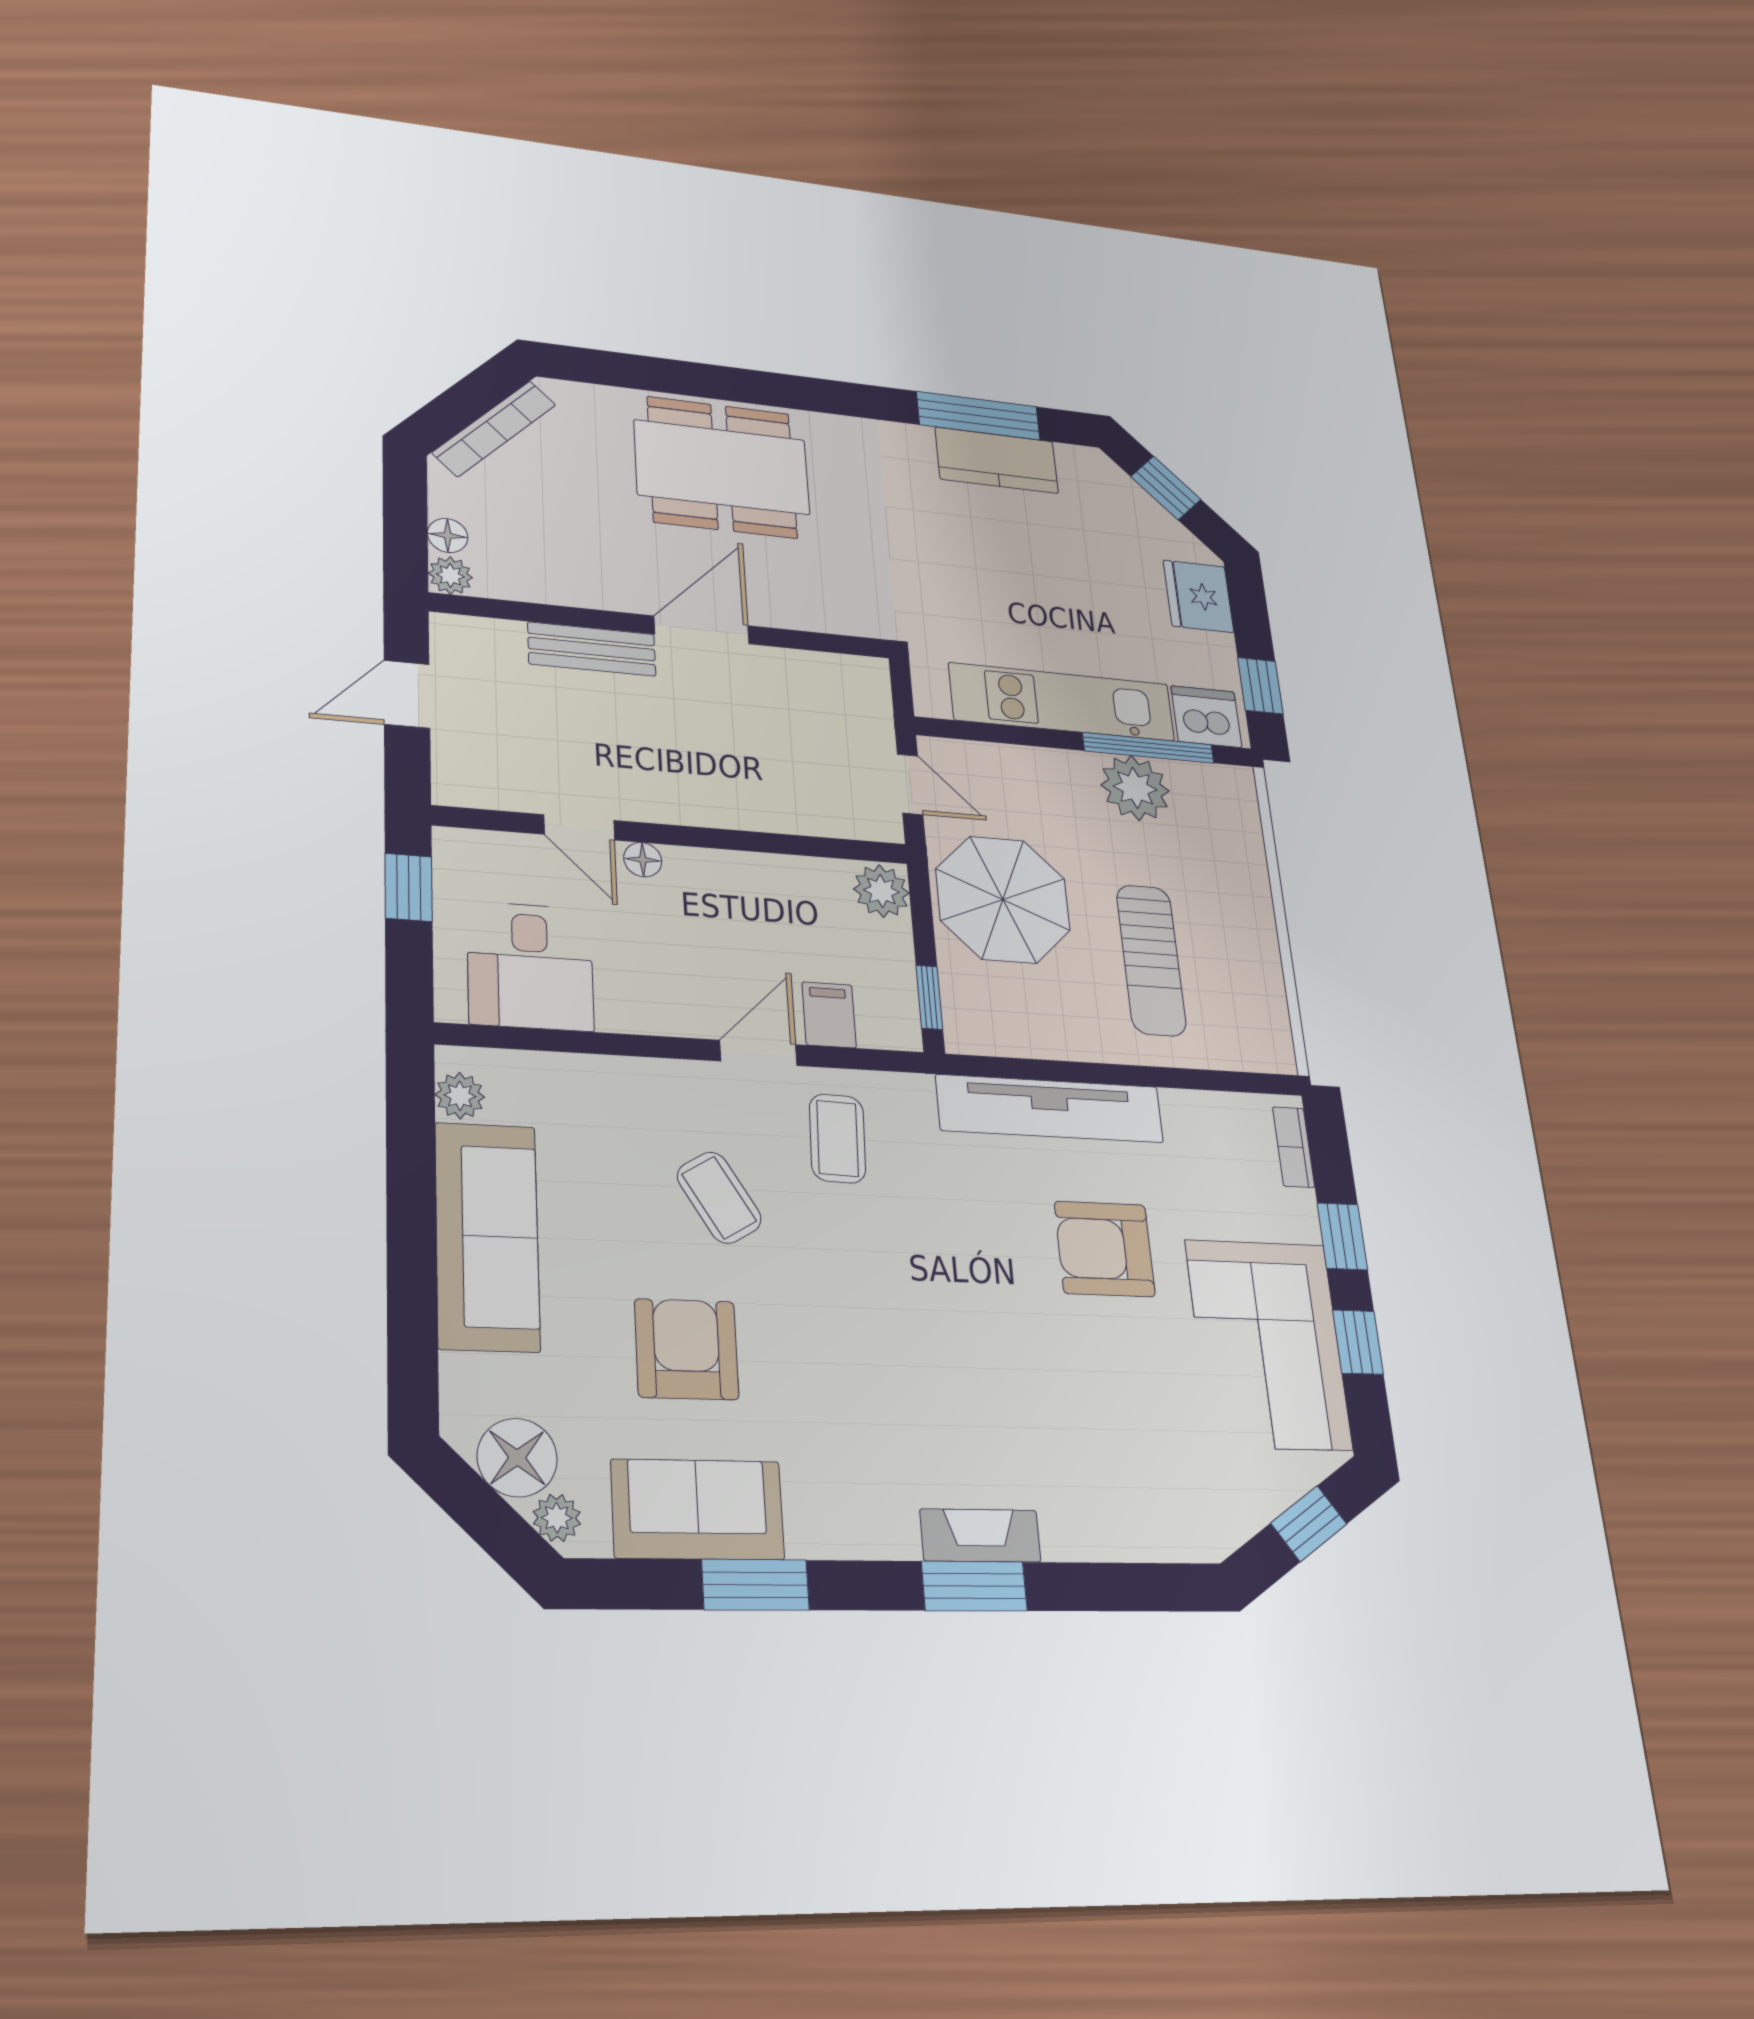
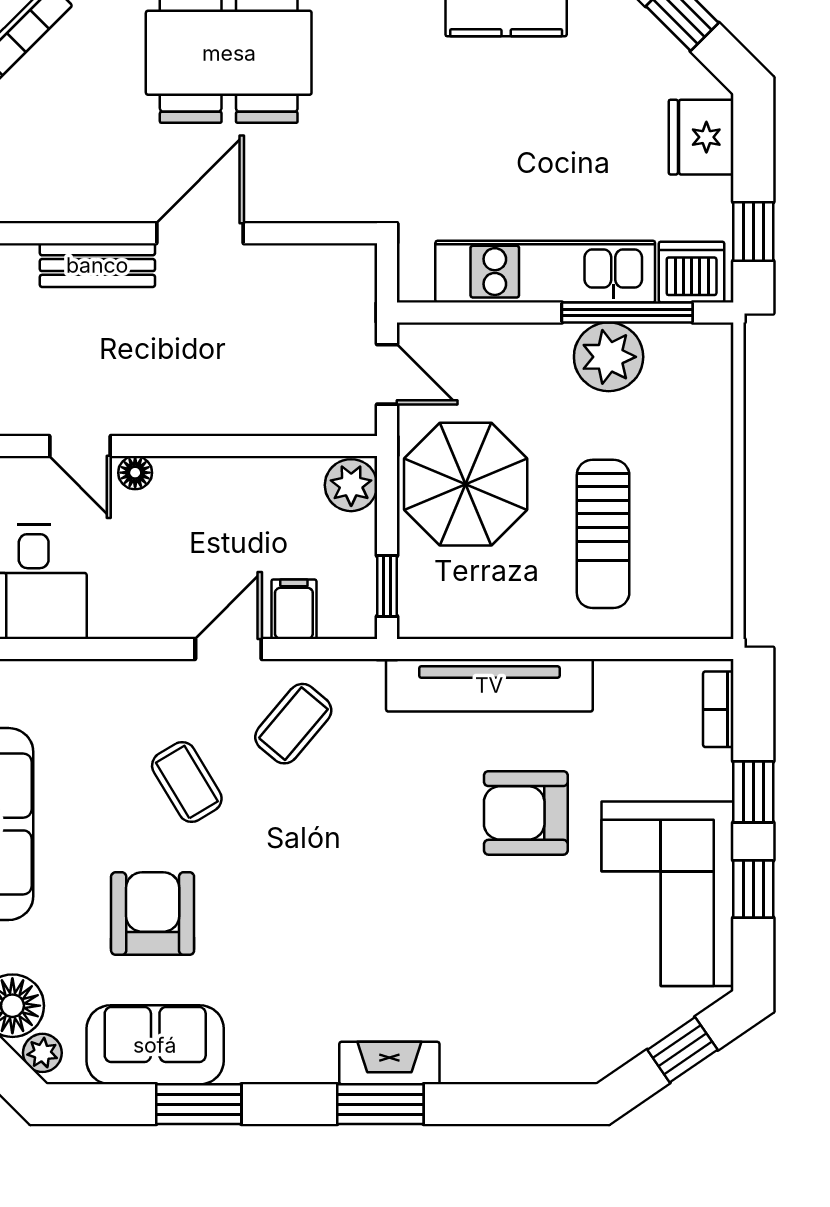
coffee table: (837, 1138) -> (293, 724), turned 38

